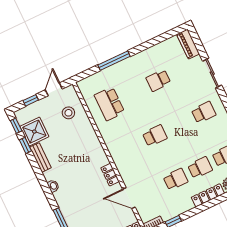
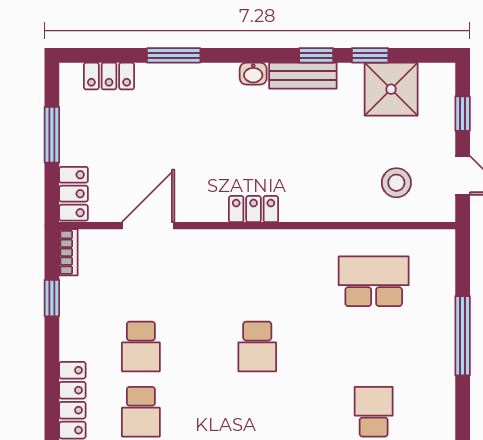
window: (16, 126) -> (316, 55), moved
bench: (40, 157) -> (303, 76), moved
locker: (110, 175) -> (254, 209), moved

